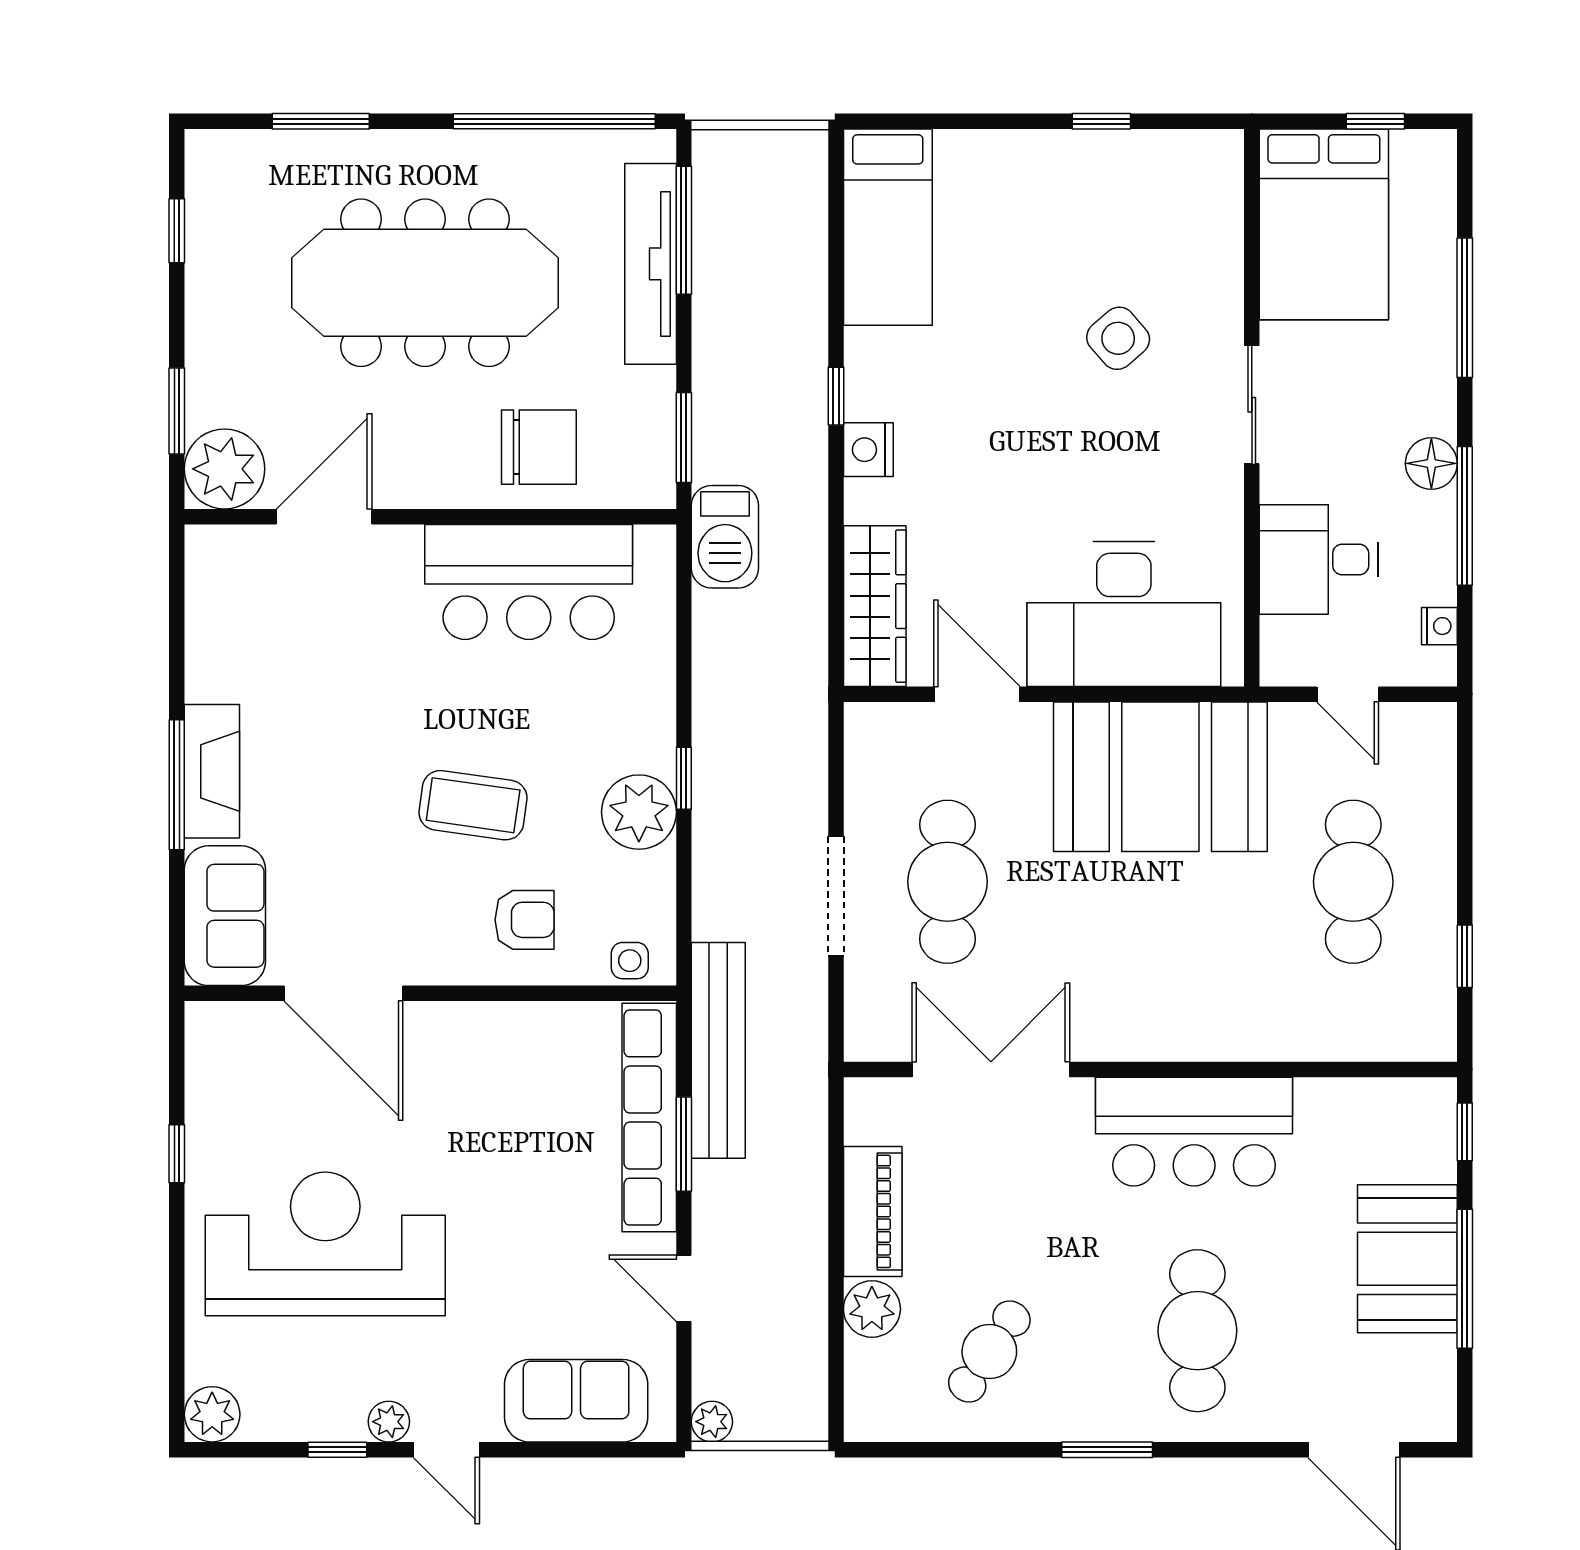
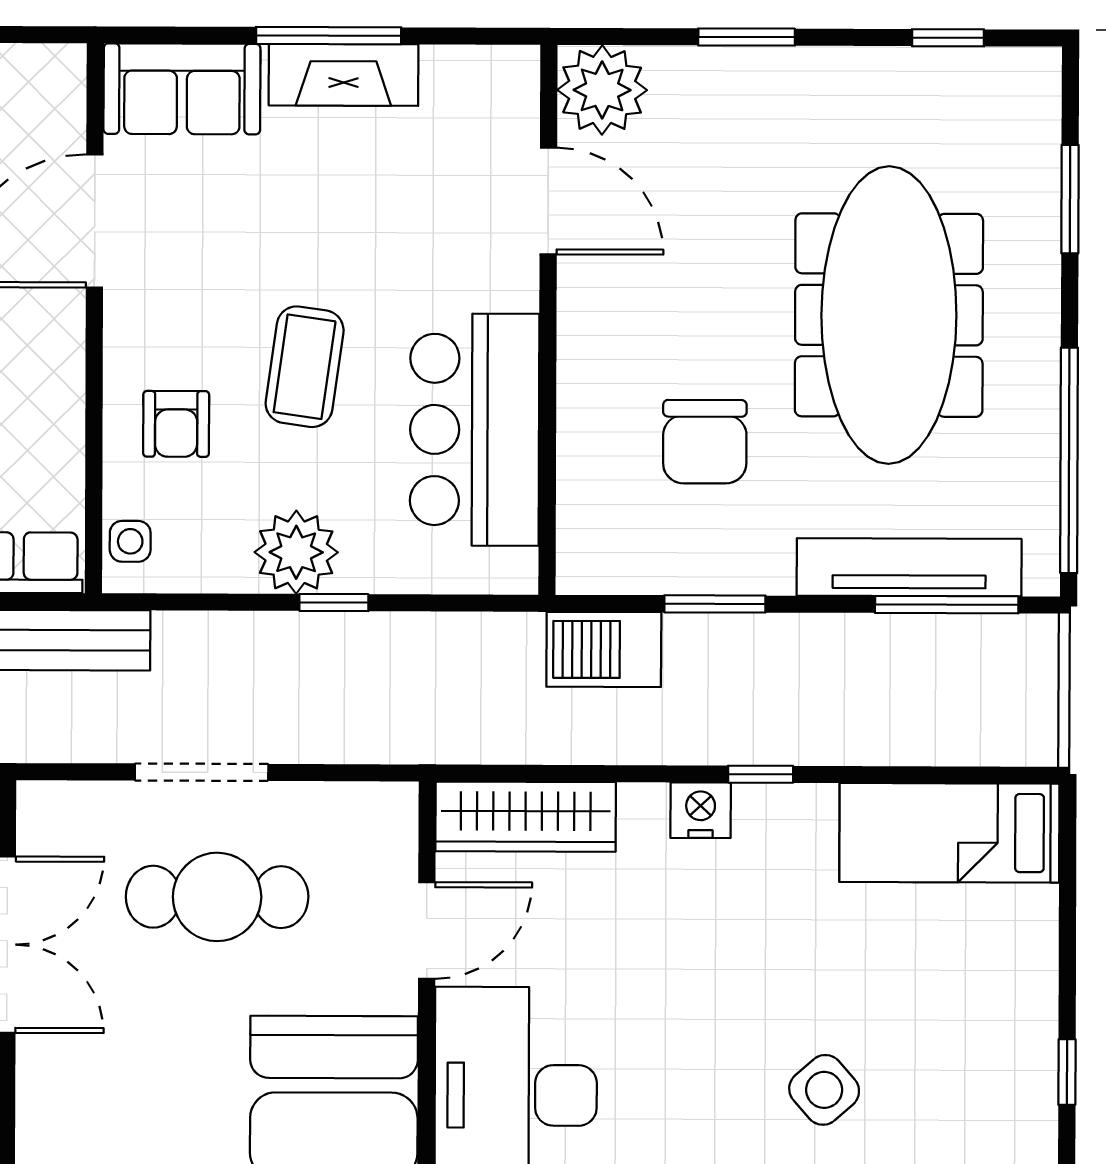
plant: (225, 469) -> (602, 90), moved
door: (324, 517) -> (548, 201), moved
wall: (430, 517) -> (548, 320), moved
bar counter: (529, 582) -> (475, 430), moved

